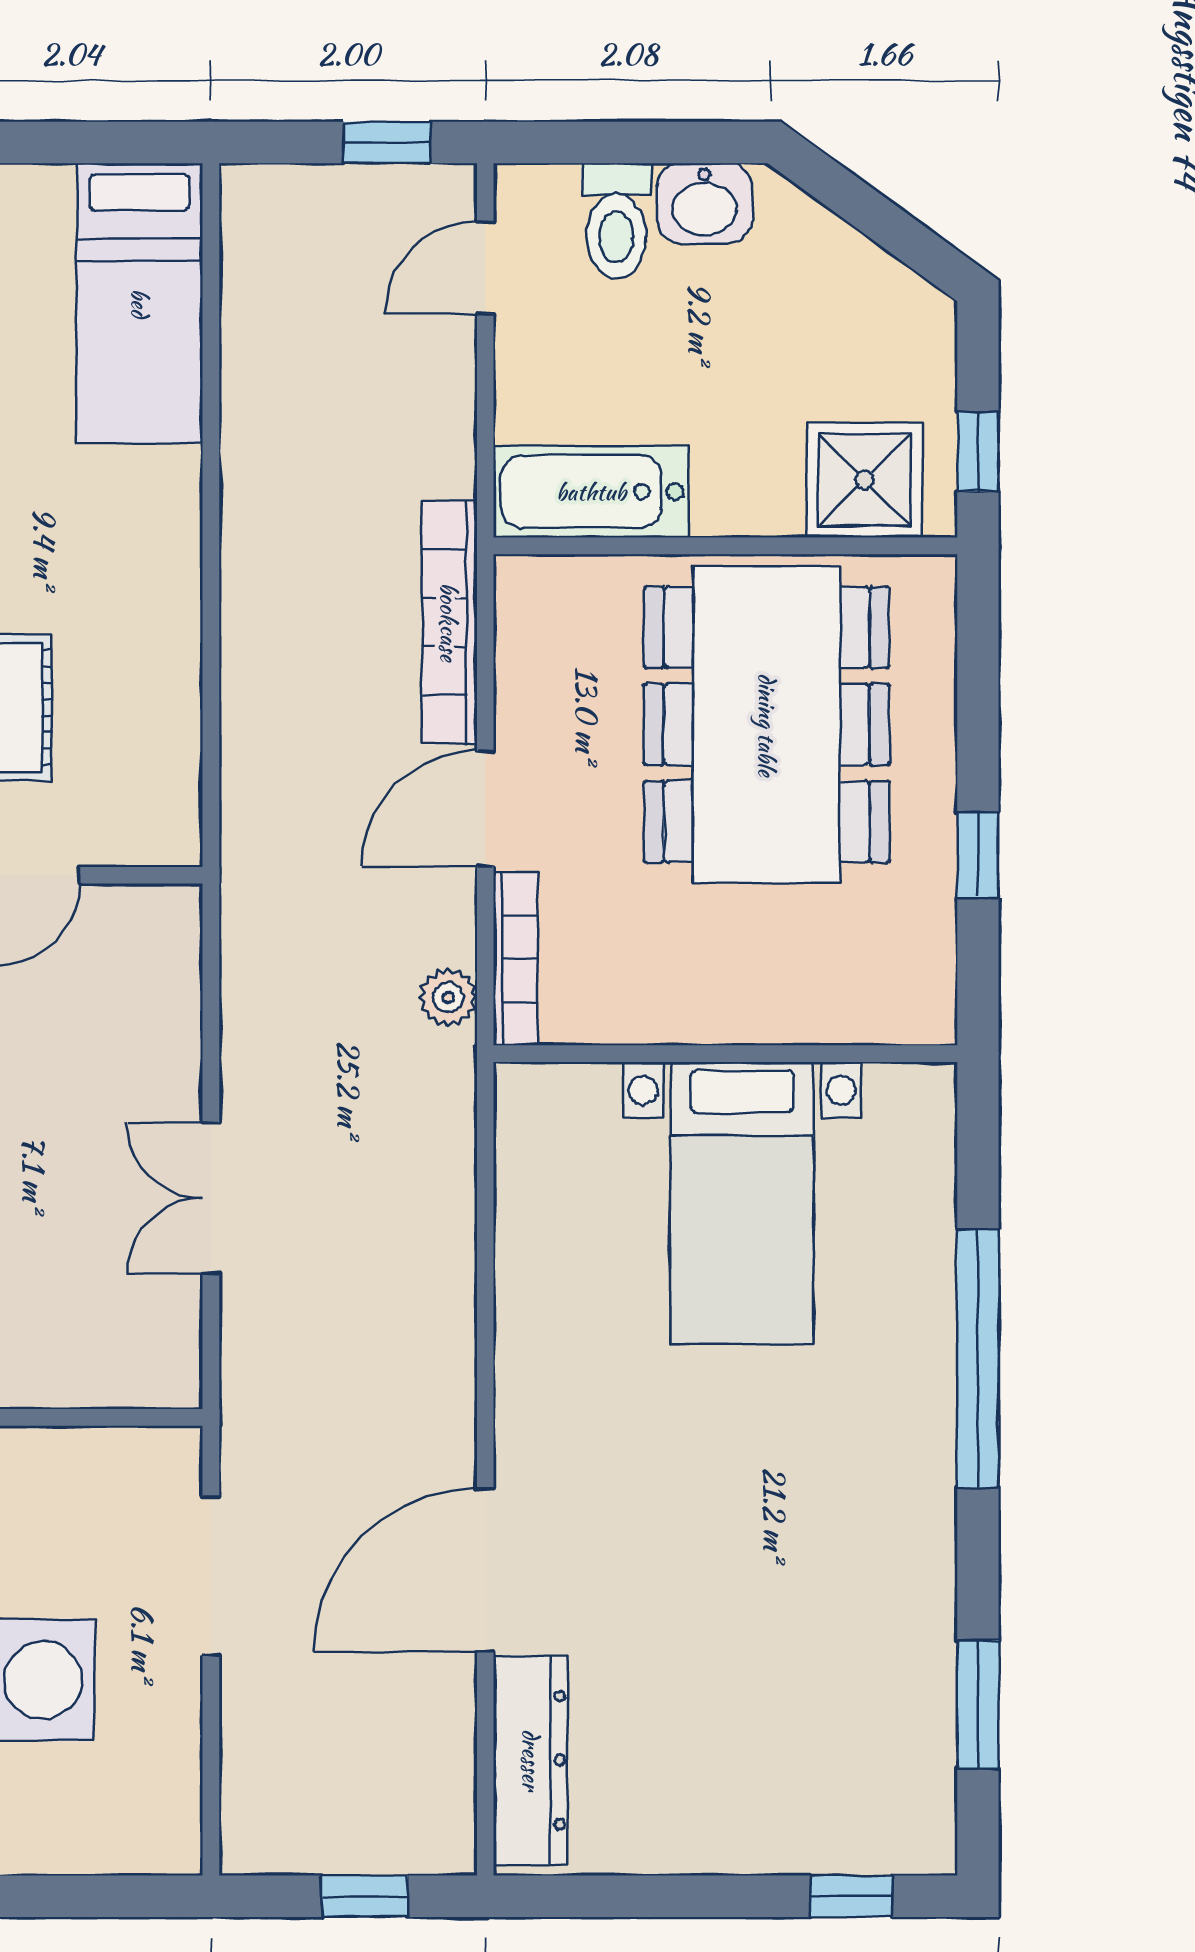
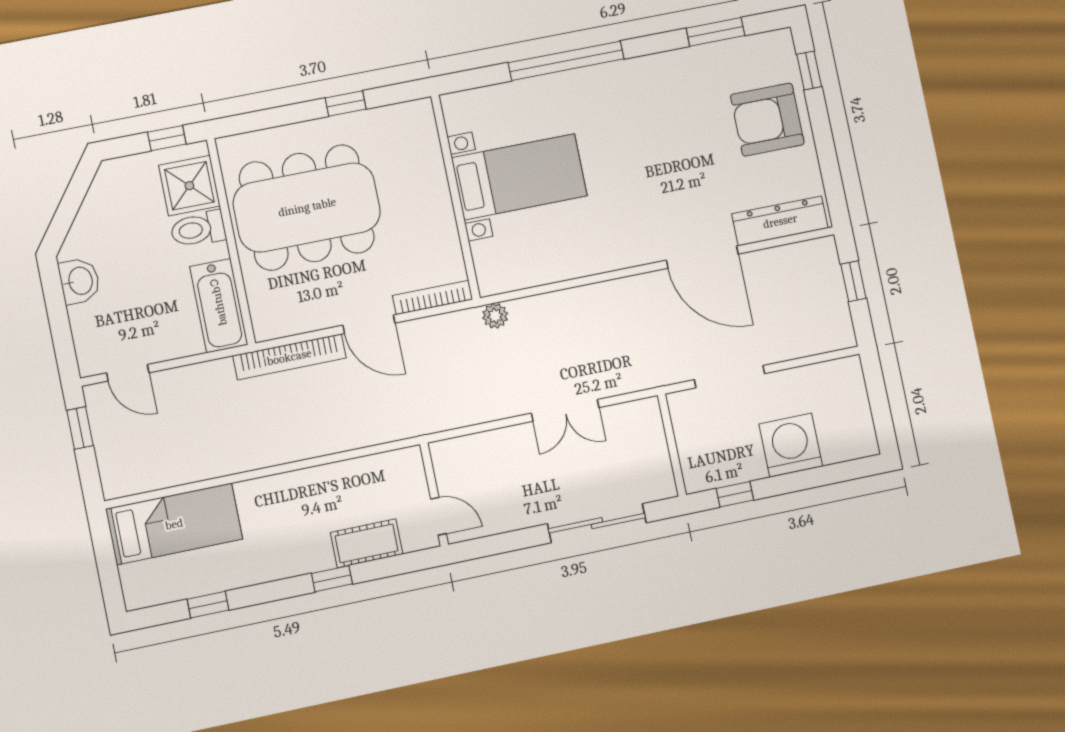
toilet: (616, 221) -> (198, 229), moved, turned 180
plant: (448, 997) -> (495, 316), moved
armchair: (760, 1779) -> (767, 120), added

